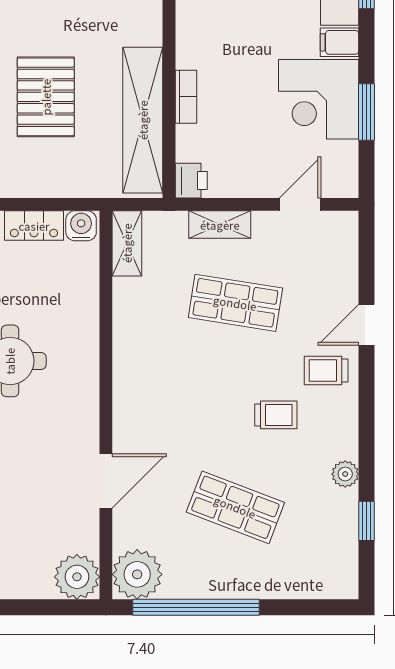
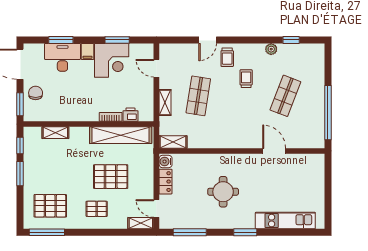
printer: (191, 181) -> (130, 115), moved
door: (367, 325) -> (208, 40), hinge flipped
plant: (137, 574) -> (314, 138), removed
plant: (77, 577) -> (315, 163), removed

